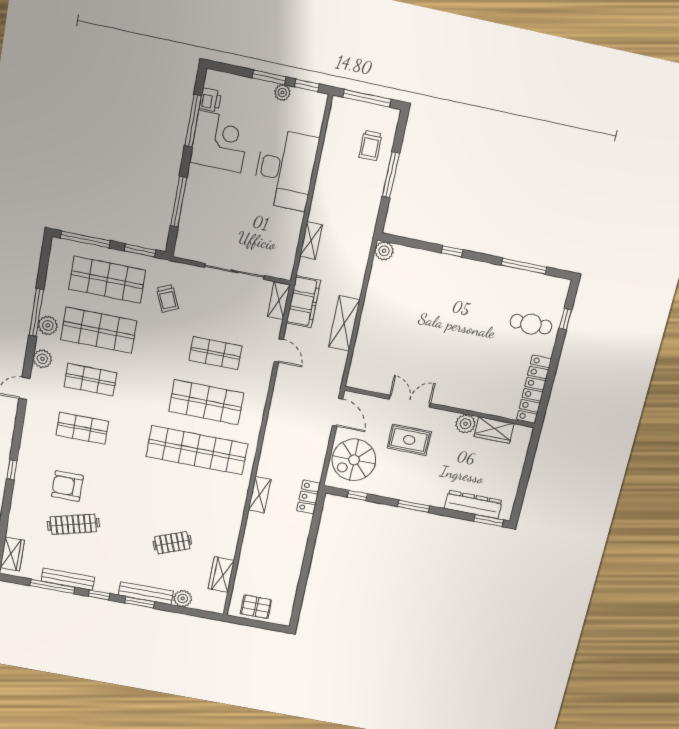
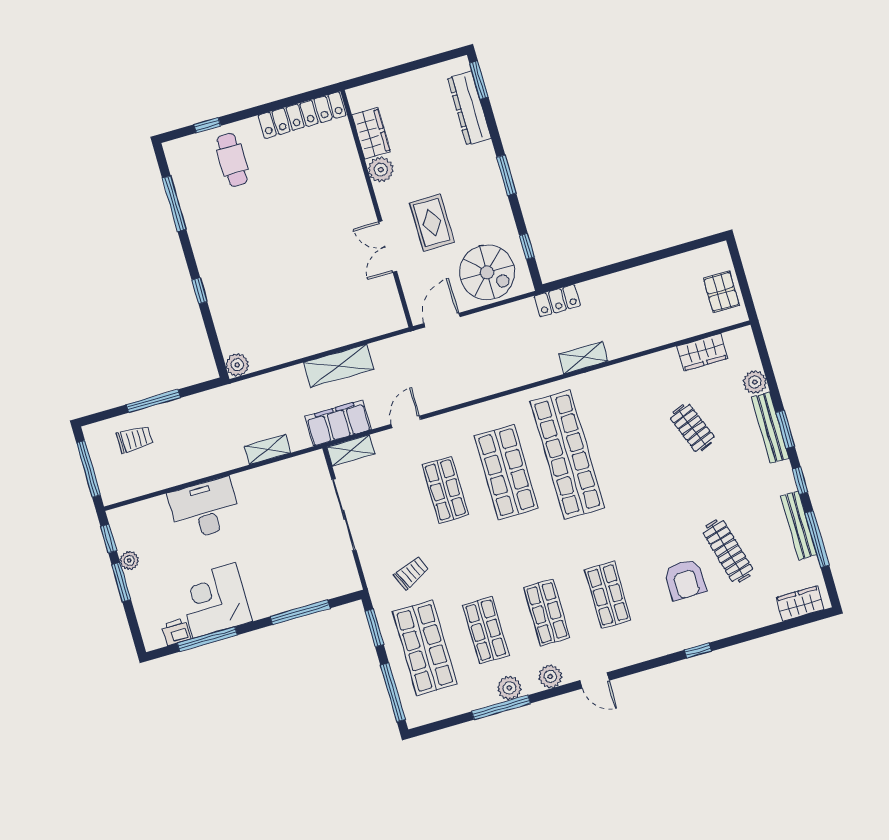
desk: (285, 170) -> (205, 509), width x0.73, depth x0.77
shop shelf: (99, 330) -> (486, 630), width x0.70, depth x0.74

